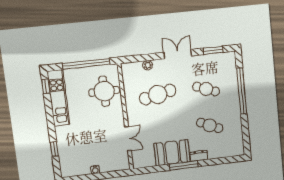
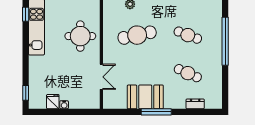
round table: (104, 91) -> (80, 36), moved
window: (54, 149) -> (26, 93), moved
dresser: (199, 156) -> (195, 104), moved
fridge: (84, 168) -> (53, 102), added

